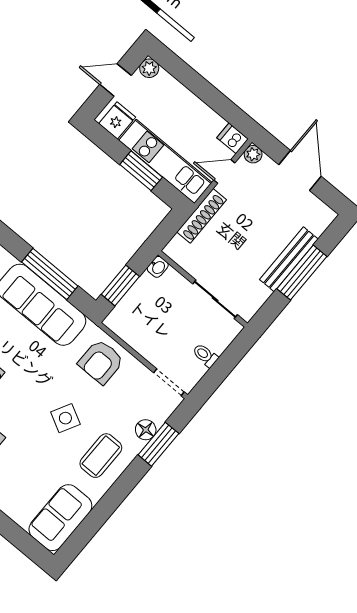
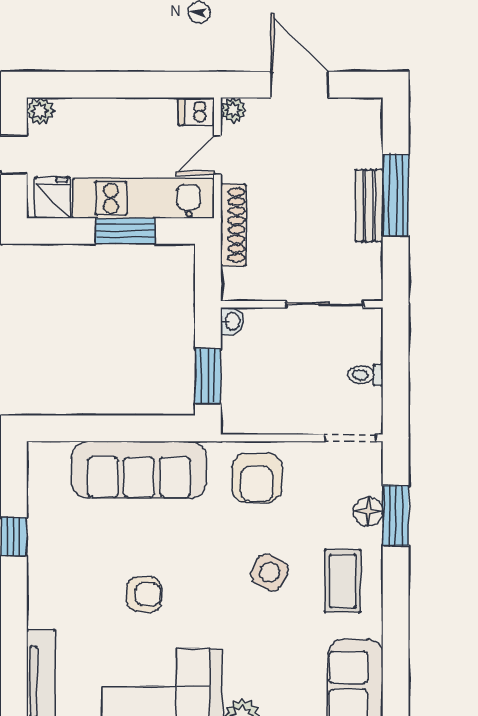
bench: (289, 259) -> (369, 206), width x0.73
window: (50, 274) -> (120, 428), removed

